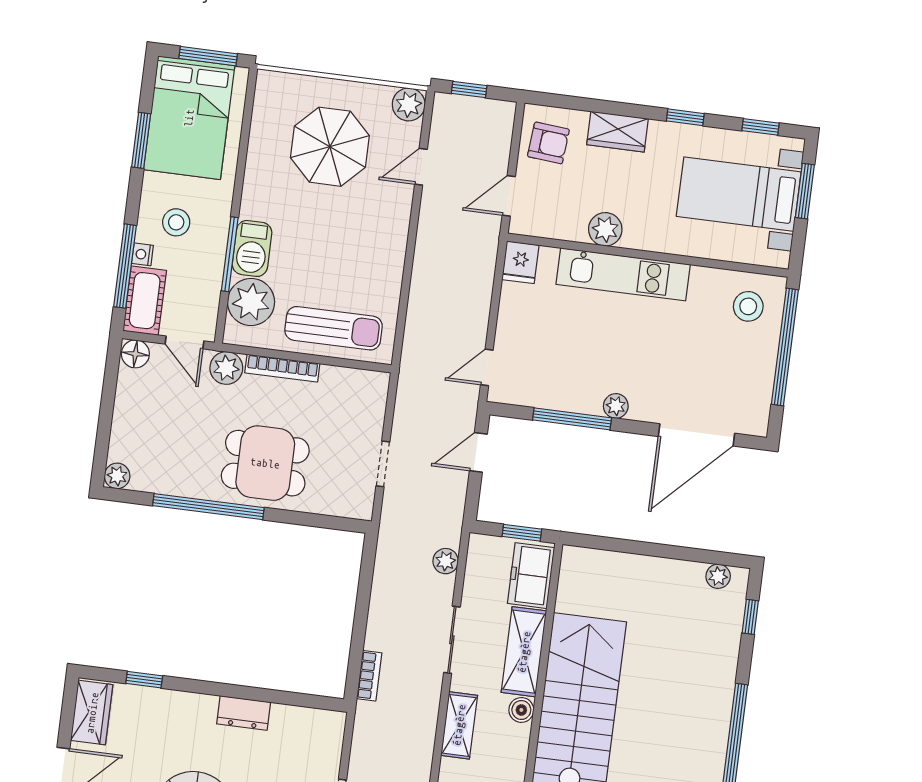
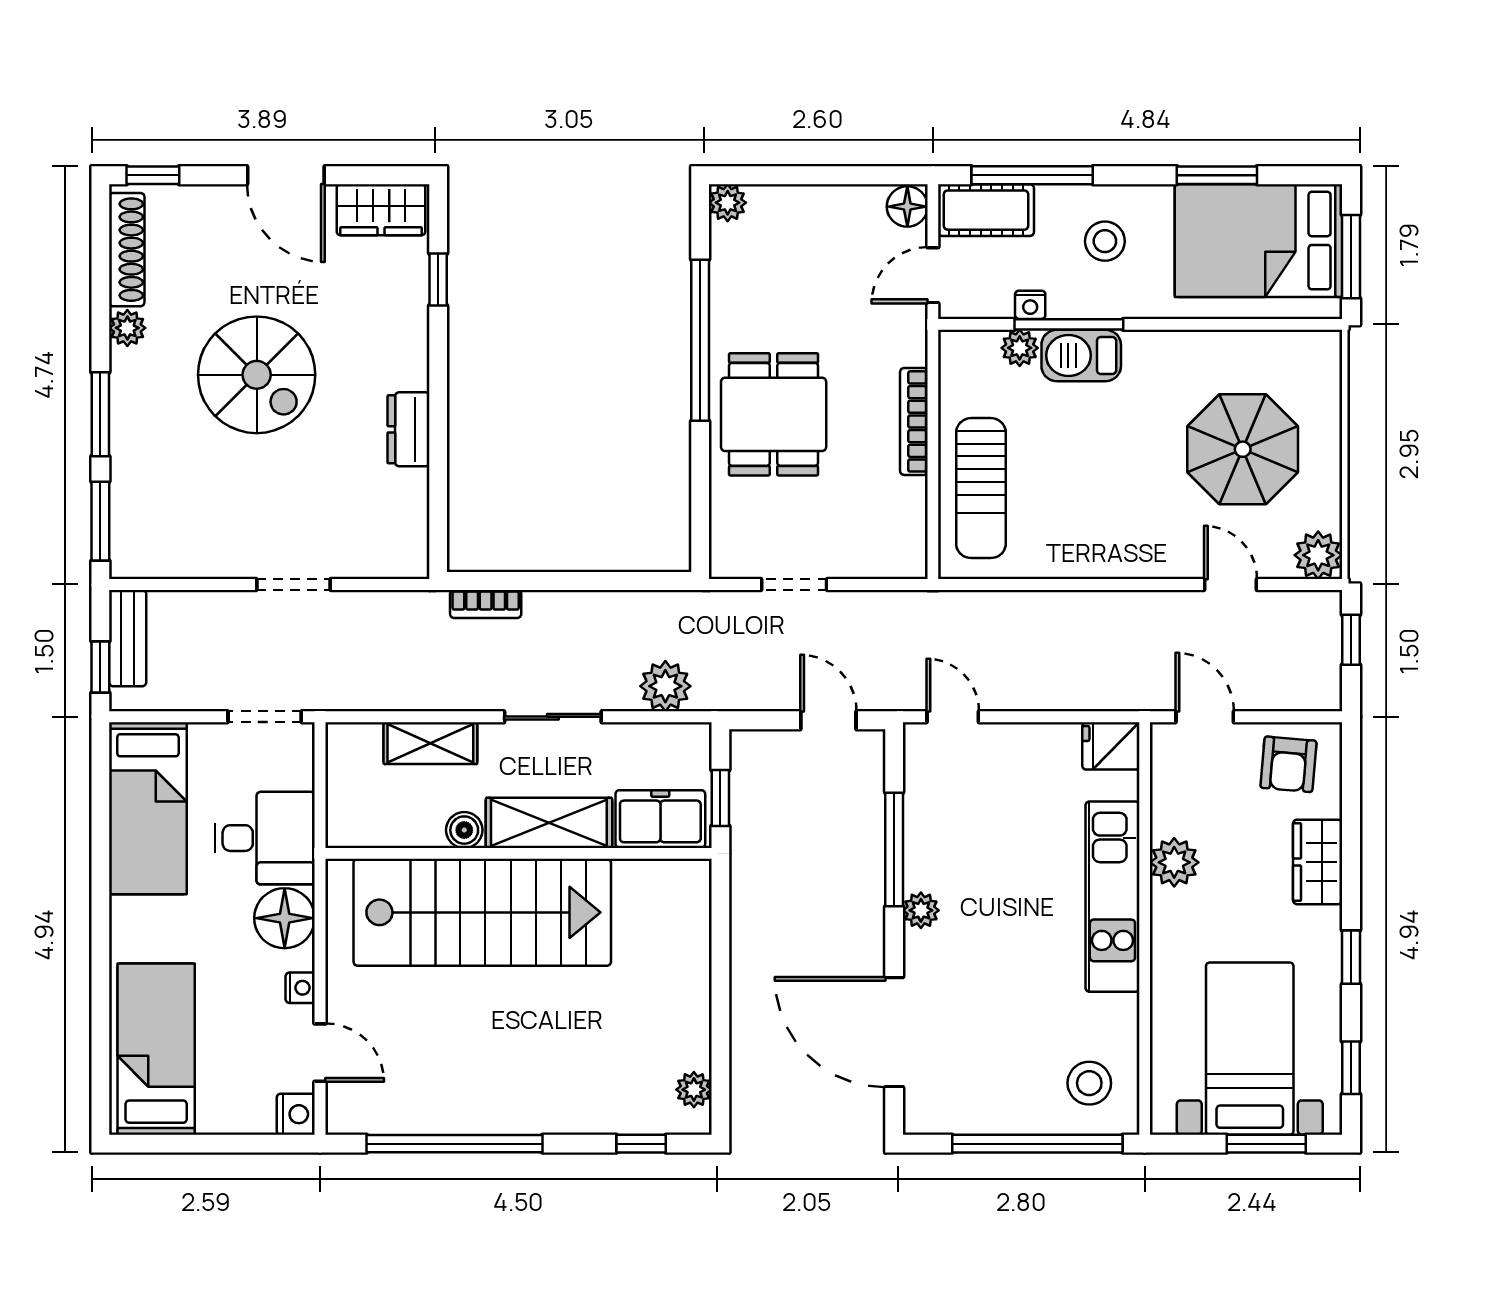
nightstand: (142, 254) -> (1030, 305), moved, turned 180
plant: (251, 302) -> (1020, 348), width x0.53, depth x0.53
plant: (226, 368) -> (904, 341), removed
plant: (446, 561) -> (665, 686), width x1.38, depth x1.38

